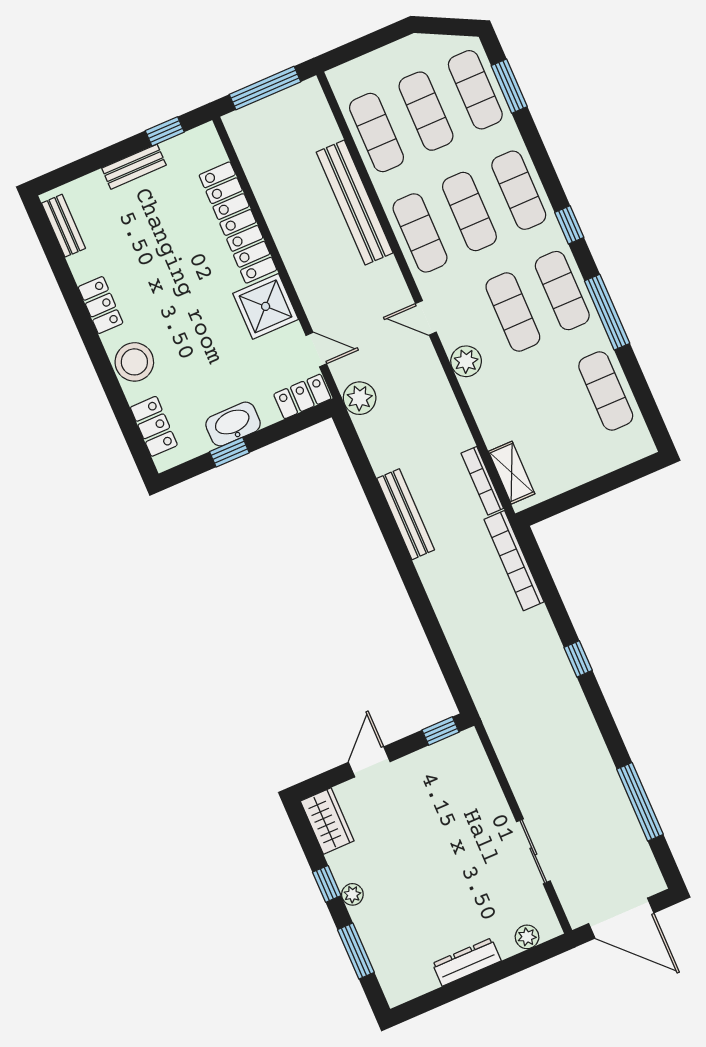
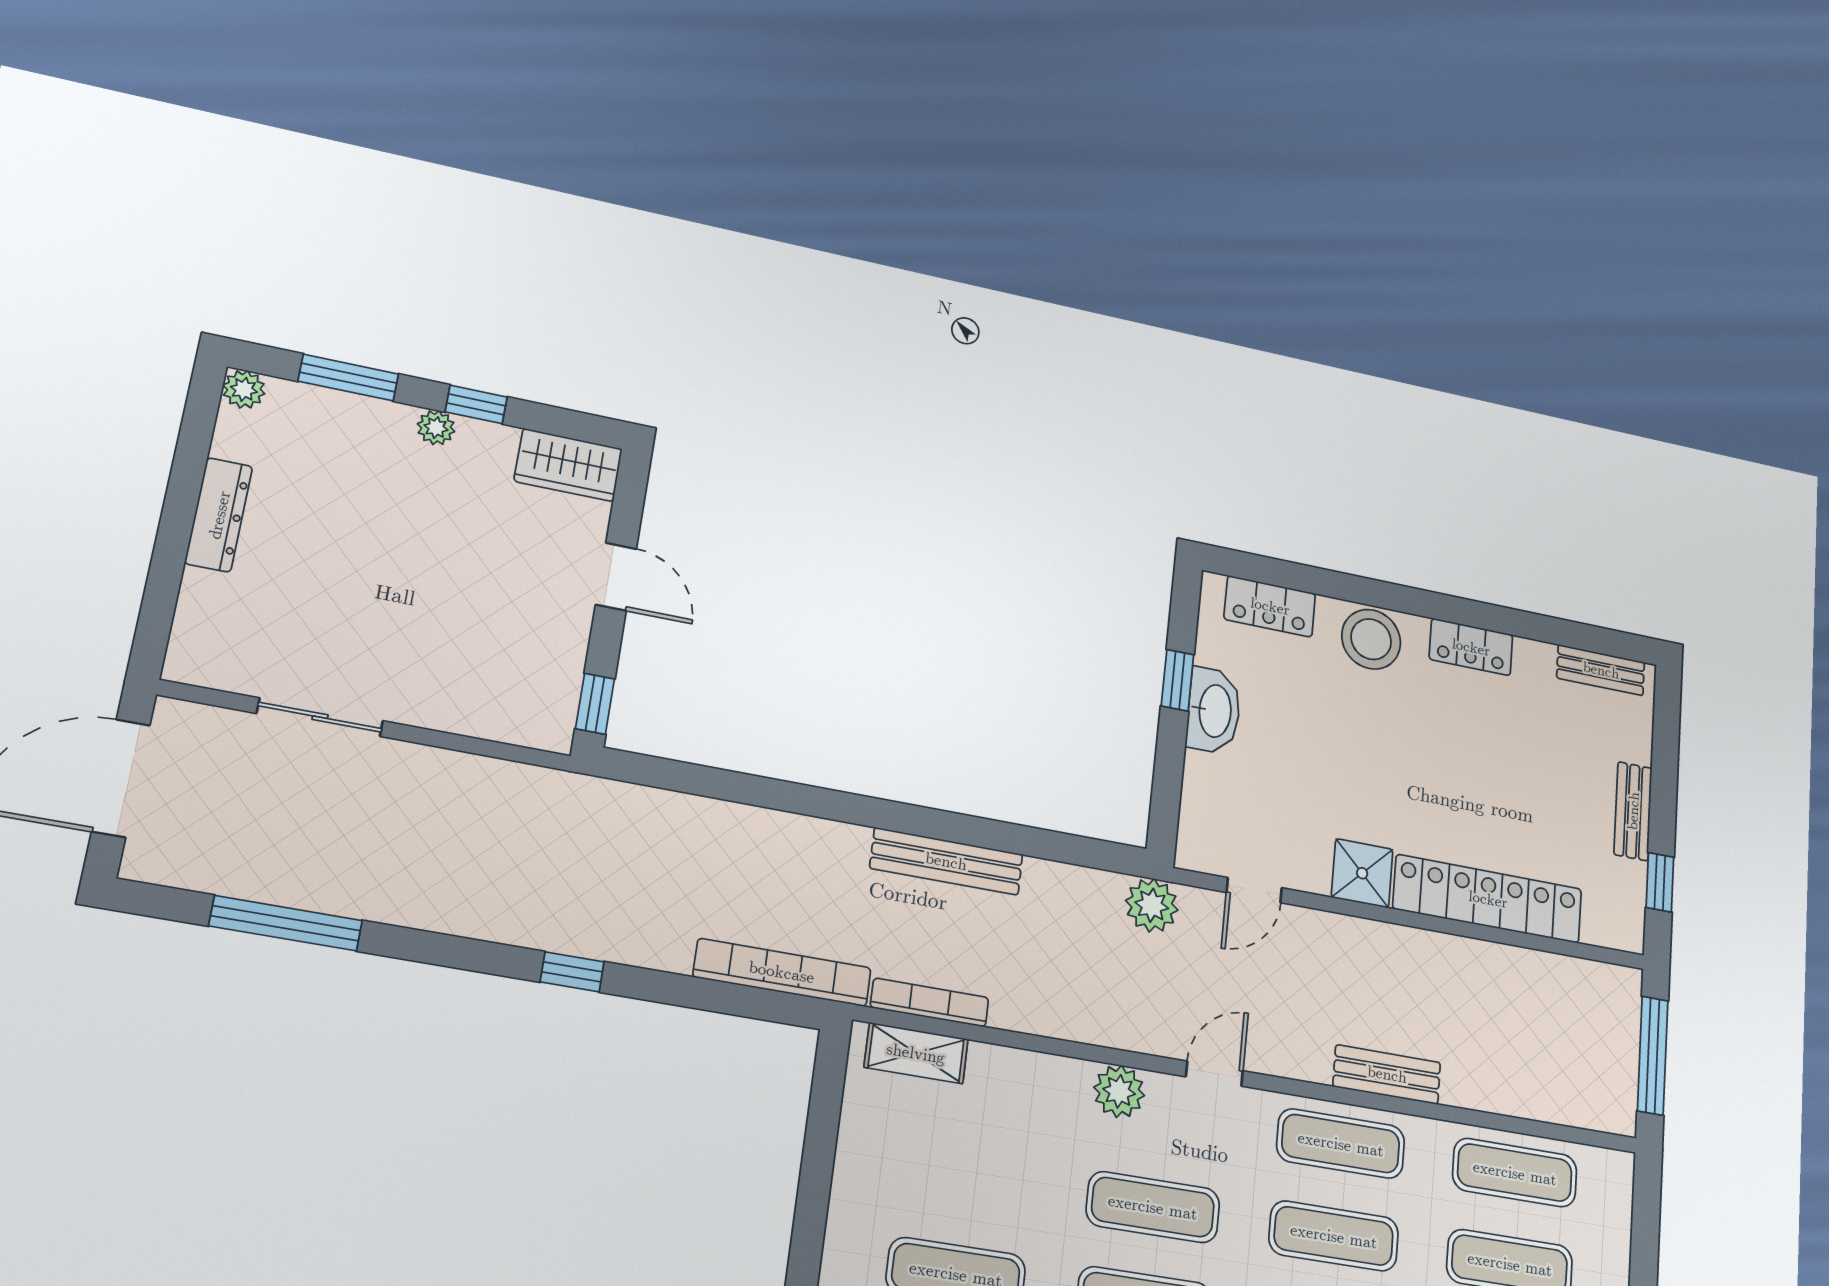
bench: (355, 202) -> (1387, 1074), width x0.54, depth x0.82
shower: (266, 306) -> (1362, 873), width x0.73, depth x0.73
locker: (302, 396) -> (1199, 828), removed
plant: (527, 937) -> (244, 389), moved

